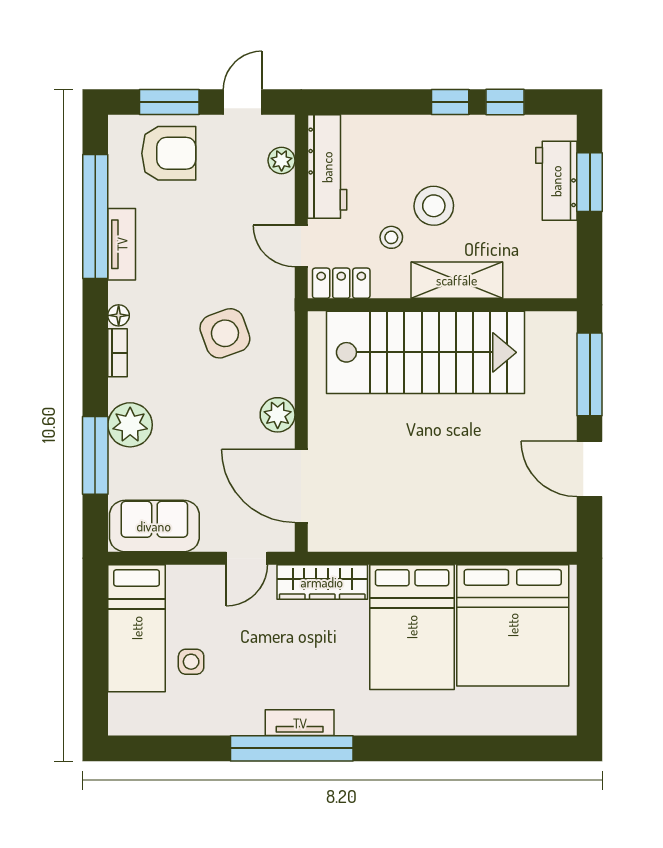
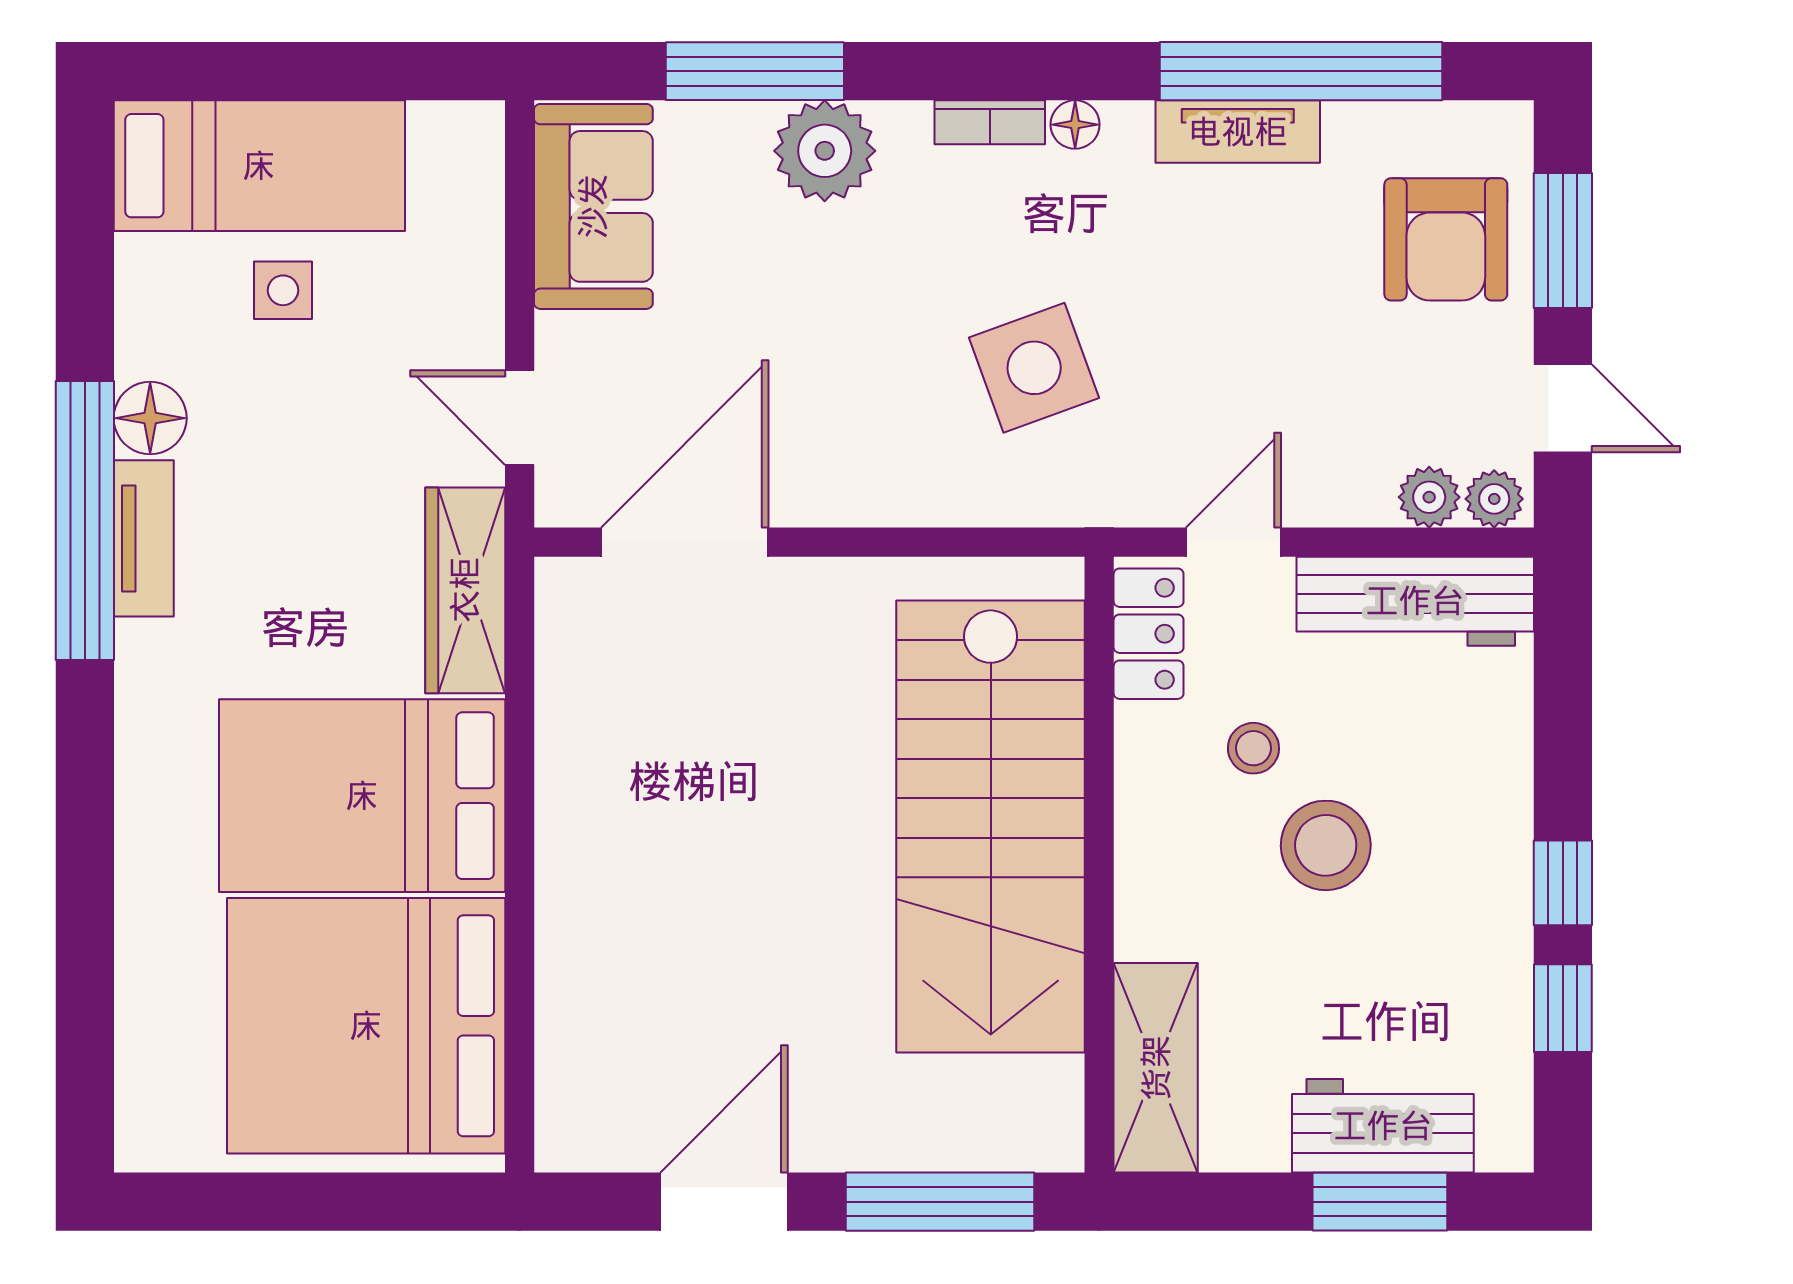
shelving: (457, 280) -> (1156, 1068), moved
plant: (278, 415) -> (1494, 499), moved, width x0.73, depth x0.73
bed: (137, 628) -> (259, 166), moved, turned 180
floor lamp: (247, 720) -> (150, 418), added

